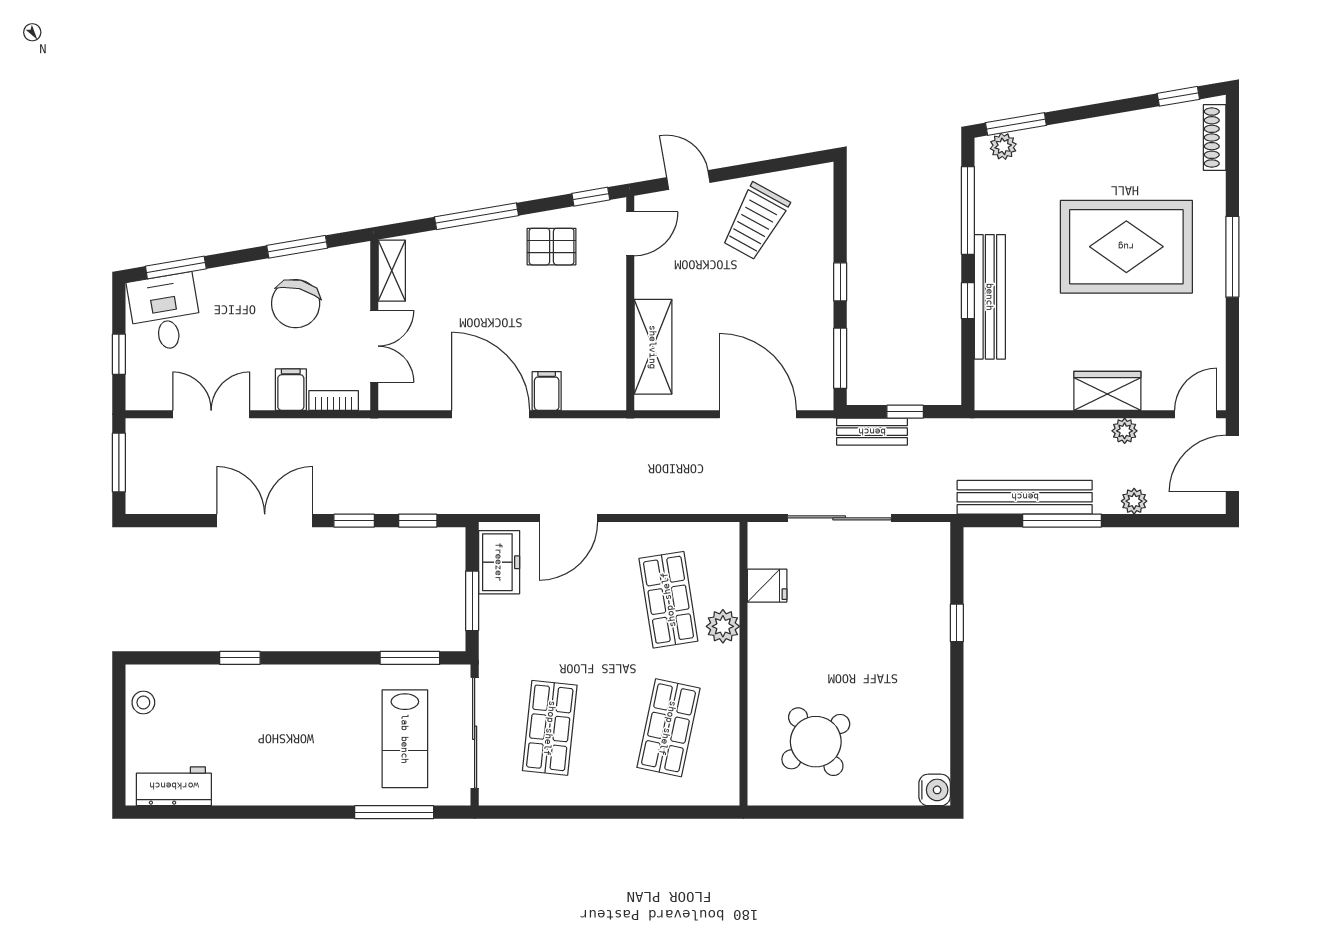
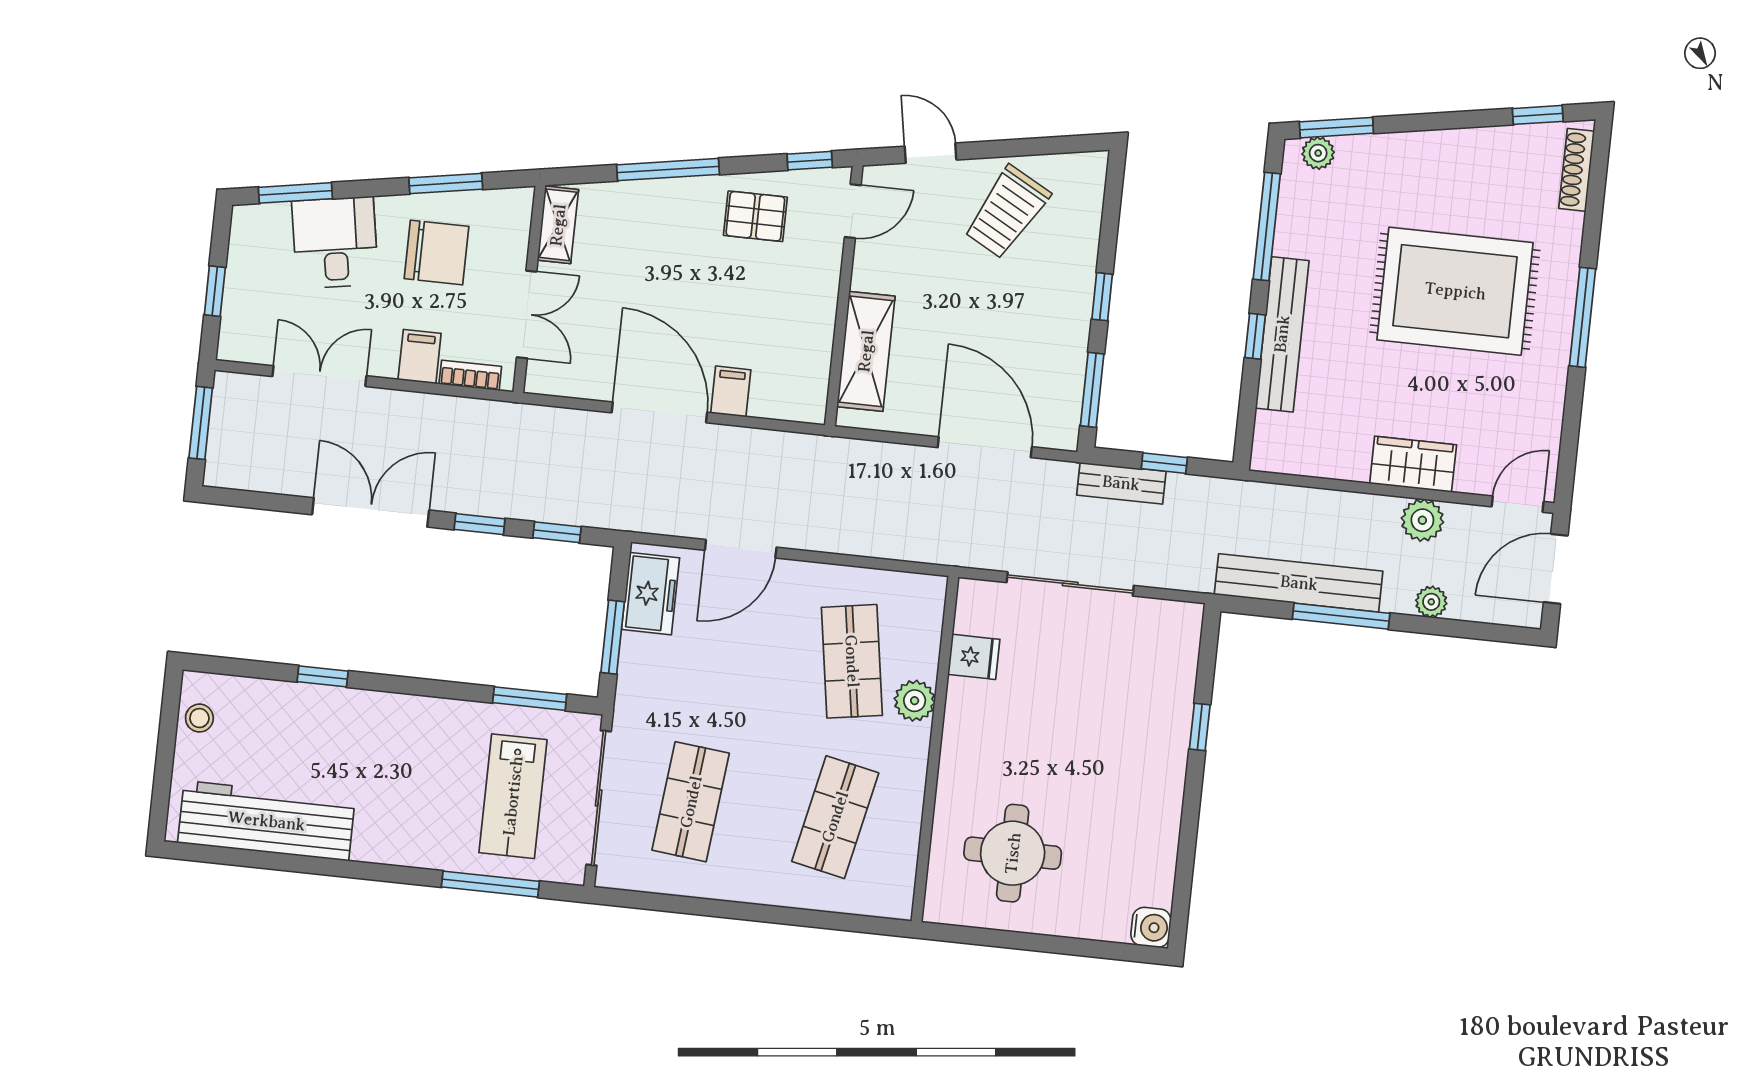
chair: (296, 304) -> (437, 252), turned -104
desk: (165, 313) -> (335, 243), moved
plant: (1125, 431) -> (1422, 520), width x1.38, depth x1.38
round table: (816, 742) -> (1013, 853), turned 36
workbench: (174, 786) -> (266, 821), width x1.88, depth x1.32

